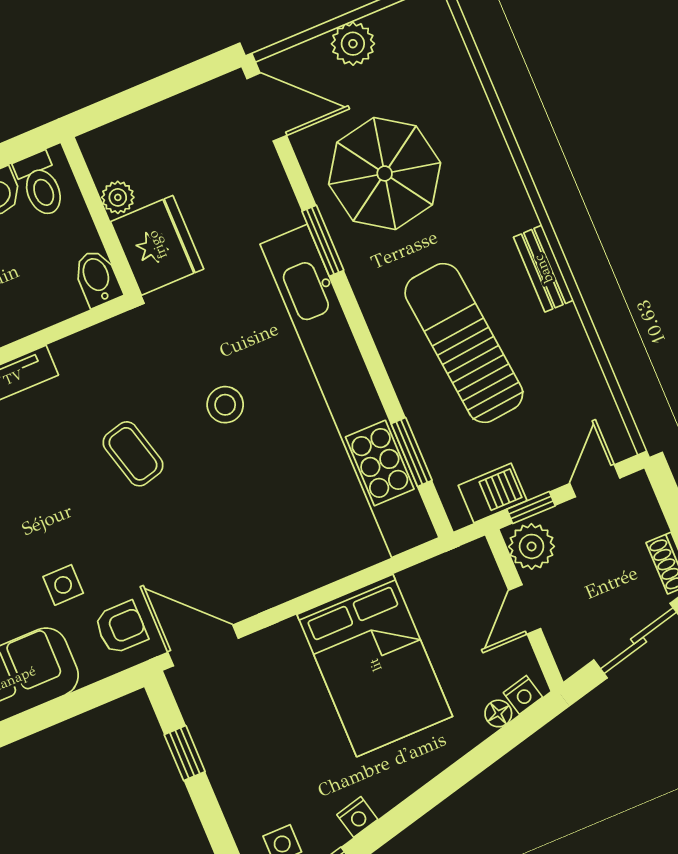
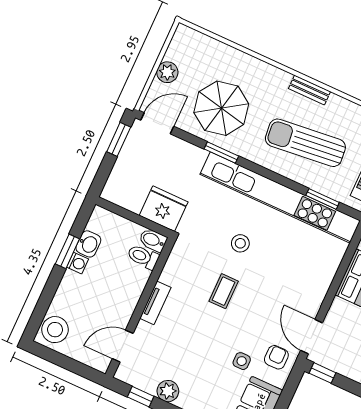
window: (186, 78) -> (119, 139), added
toilet: (40, 185) -> (143, 257), moved, turned 180
plant: (118, 197) -> (134, 204), removed
coffee table: (133, 454) -> (224, 291), turned -75
door: (203, 645) -> (312, 337), hinge flipped
window: (185, 753) -> (322, 373), moved

